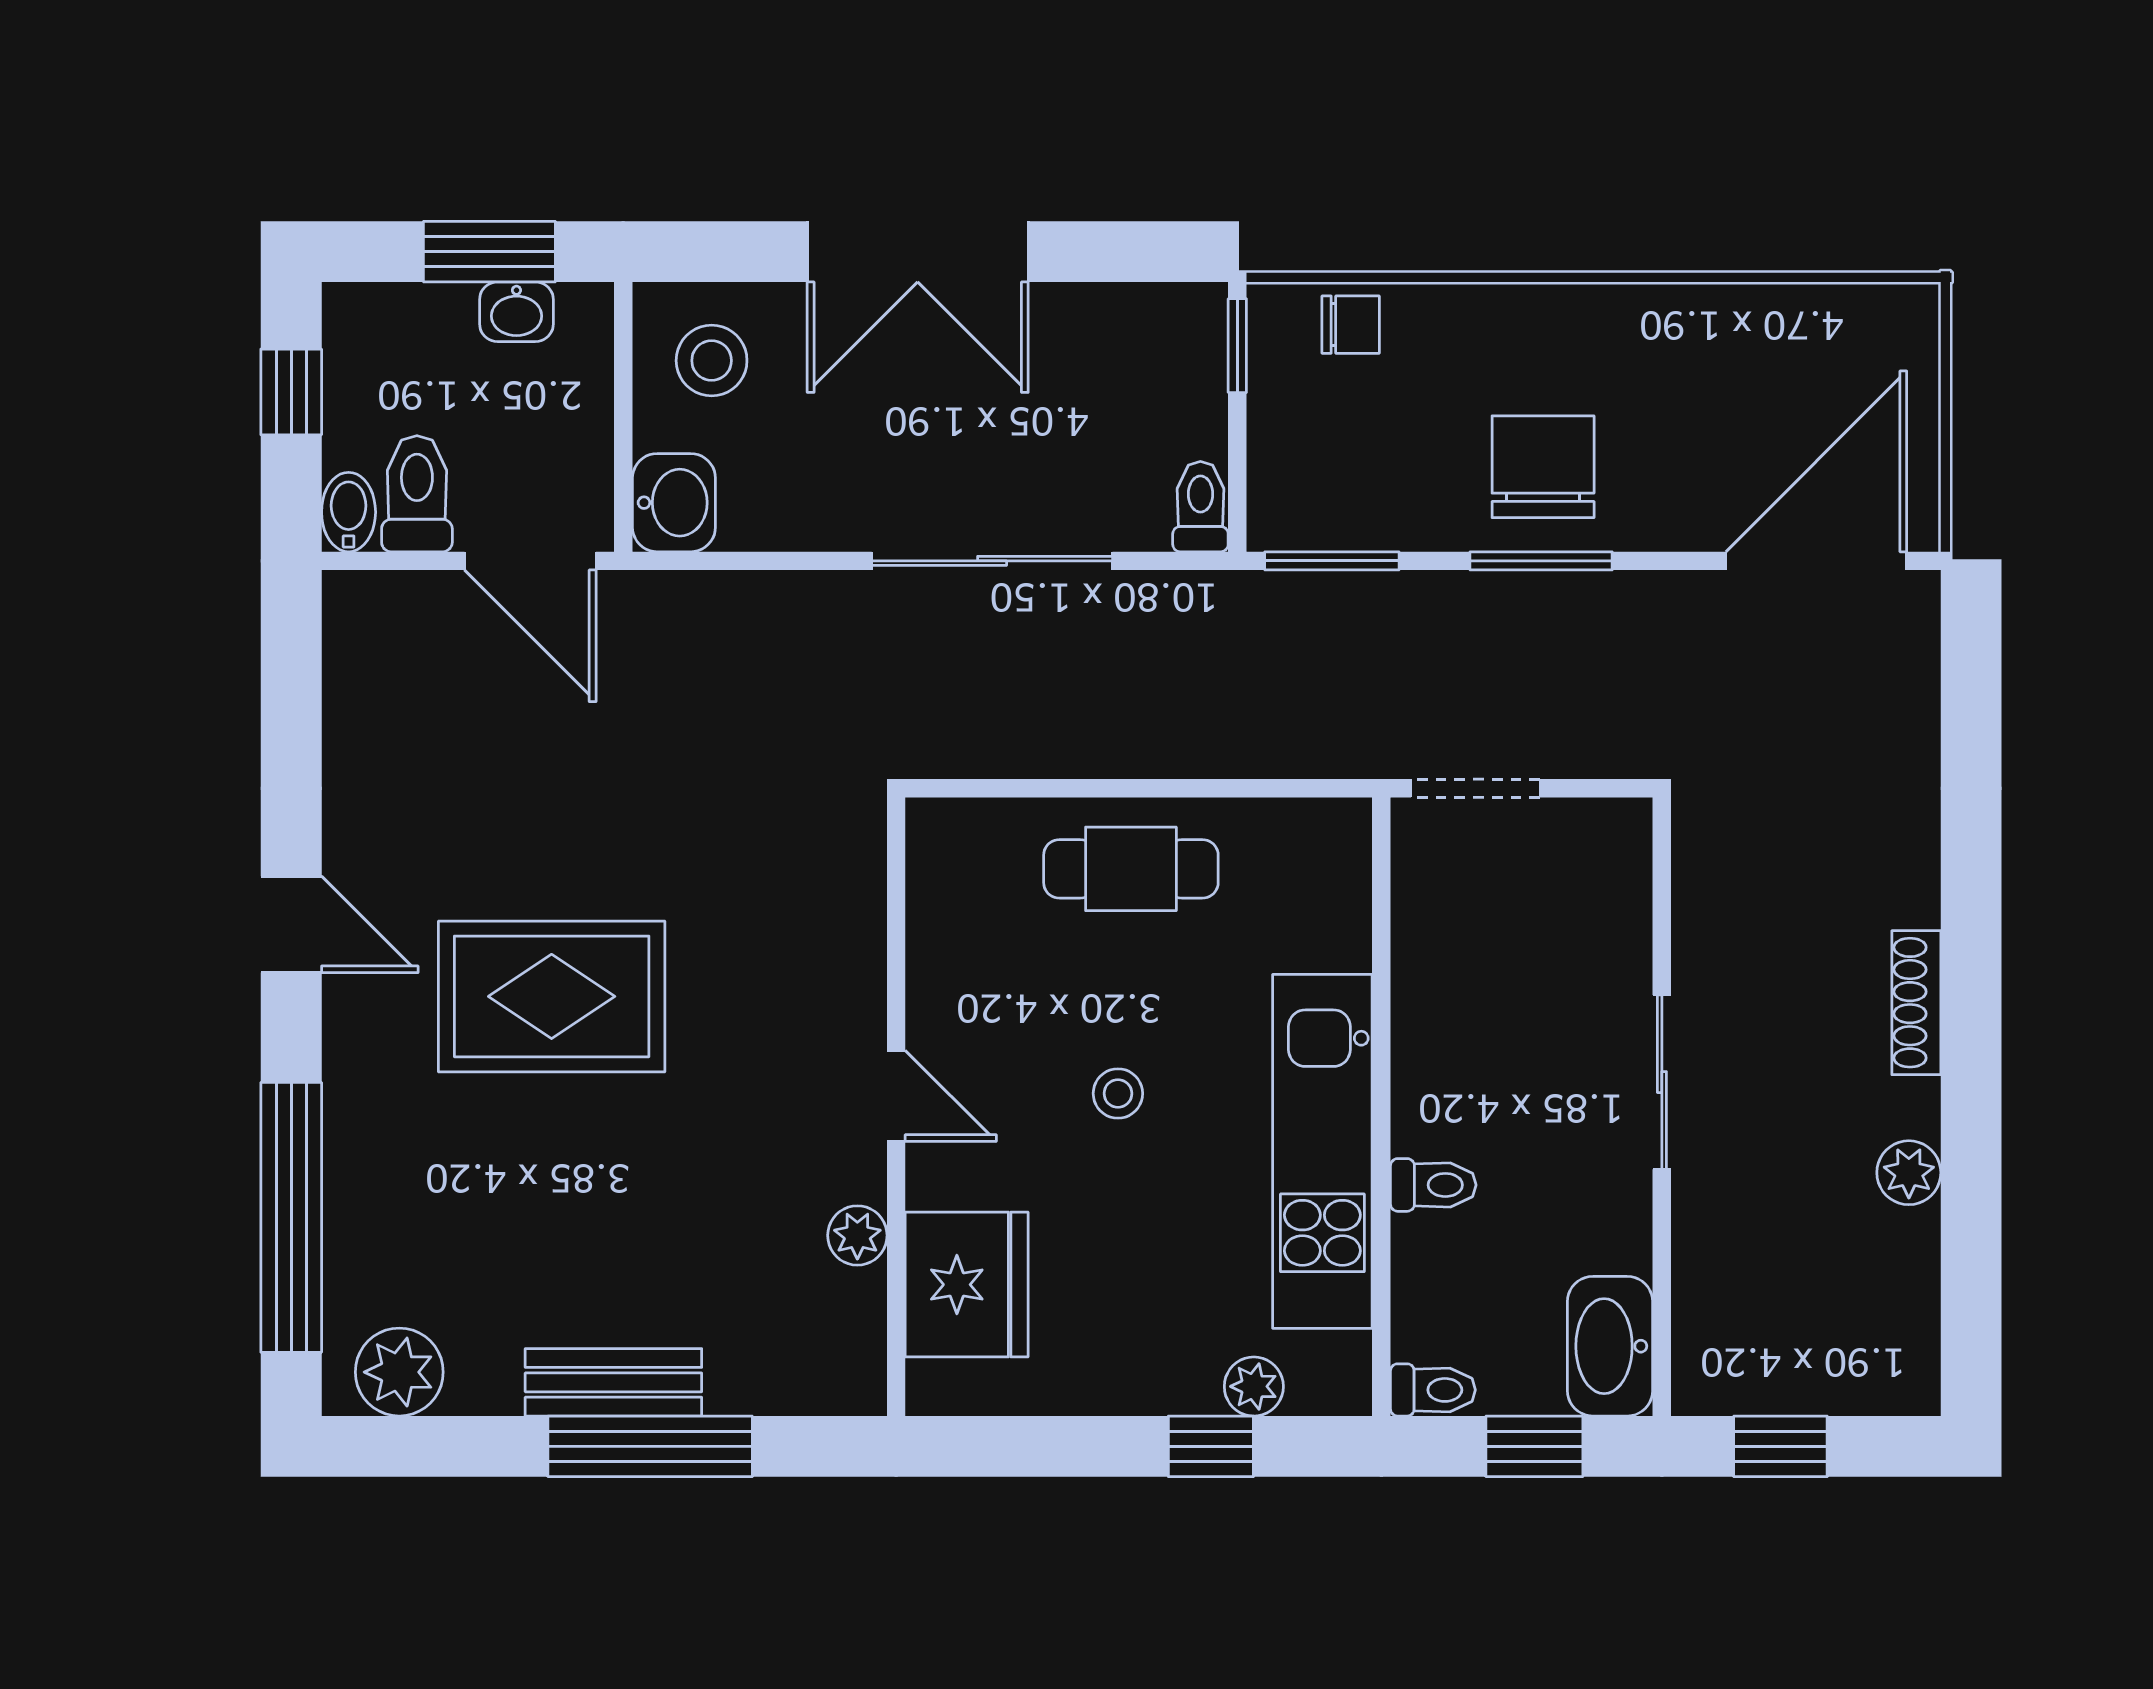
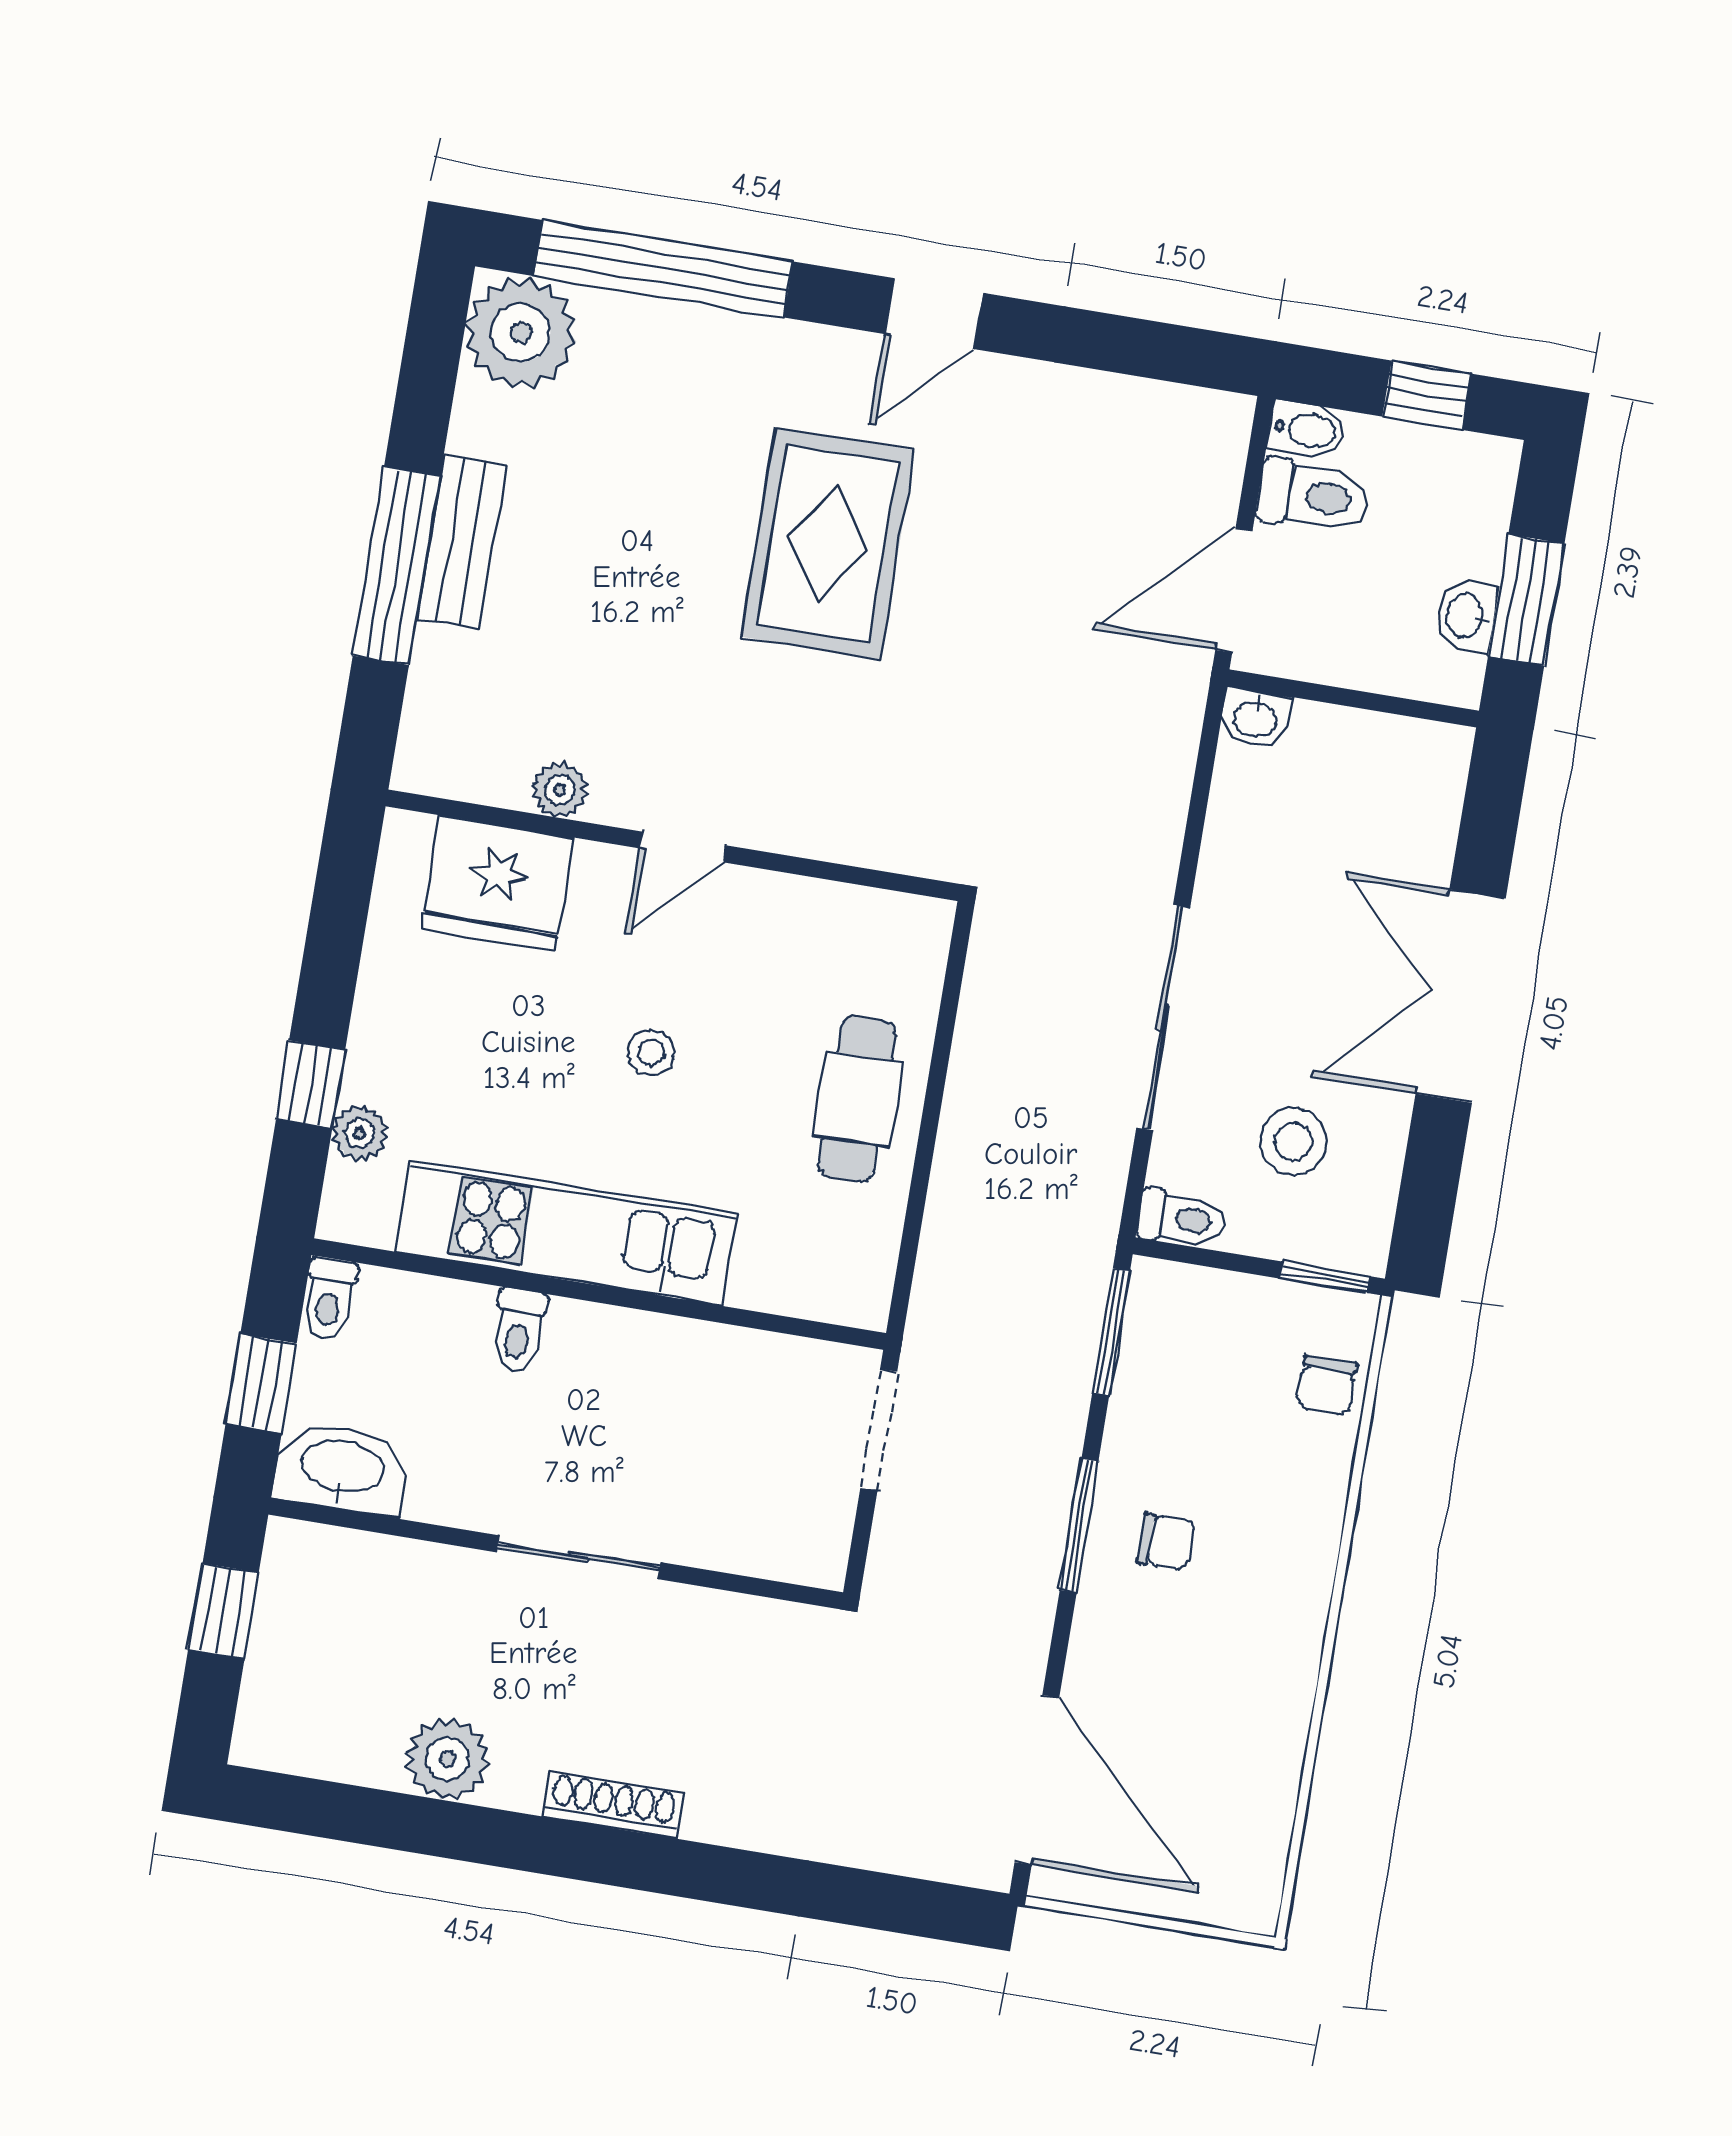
stool: (712, 361) -> (1293, 1142), moved
chair: (1543, 467) -> (1166, 1542), width x0.54, depth x0.54
washbasin: (674, 503) -> (1255, 718), width x0.72, depth x0.69
plant: (1909, 1173) -> (448, 1759), width x1.38, depth x1.38
plant: (399, 1372) -> (521, 333), width x1.36, depth x1.36

